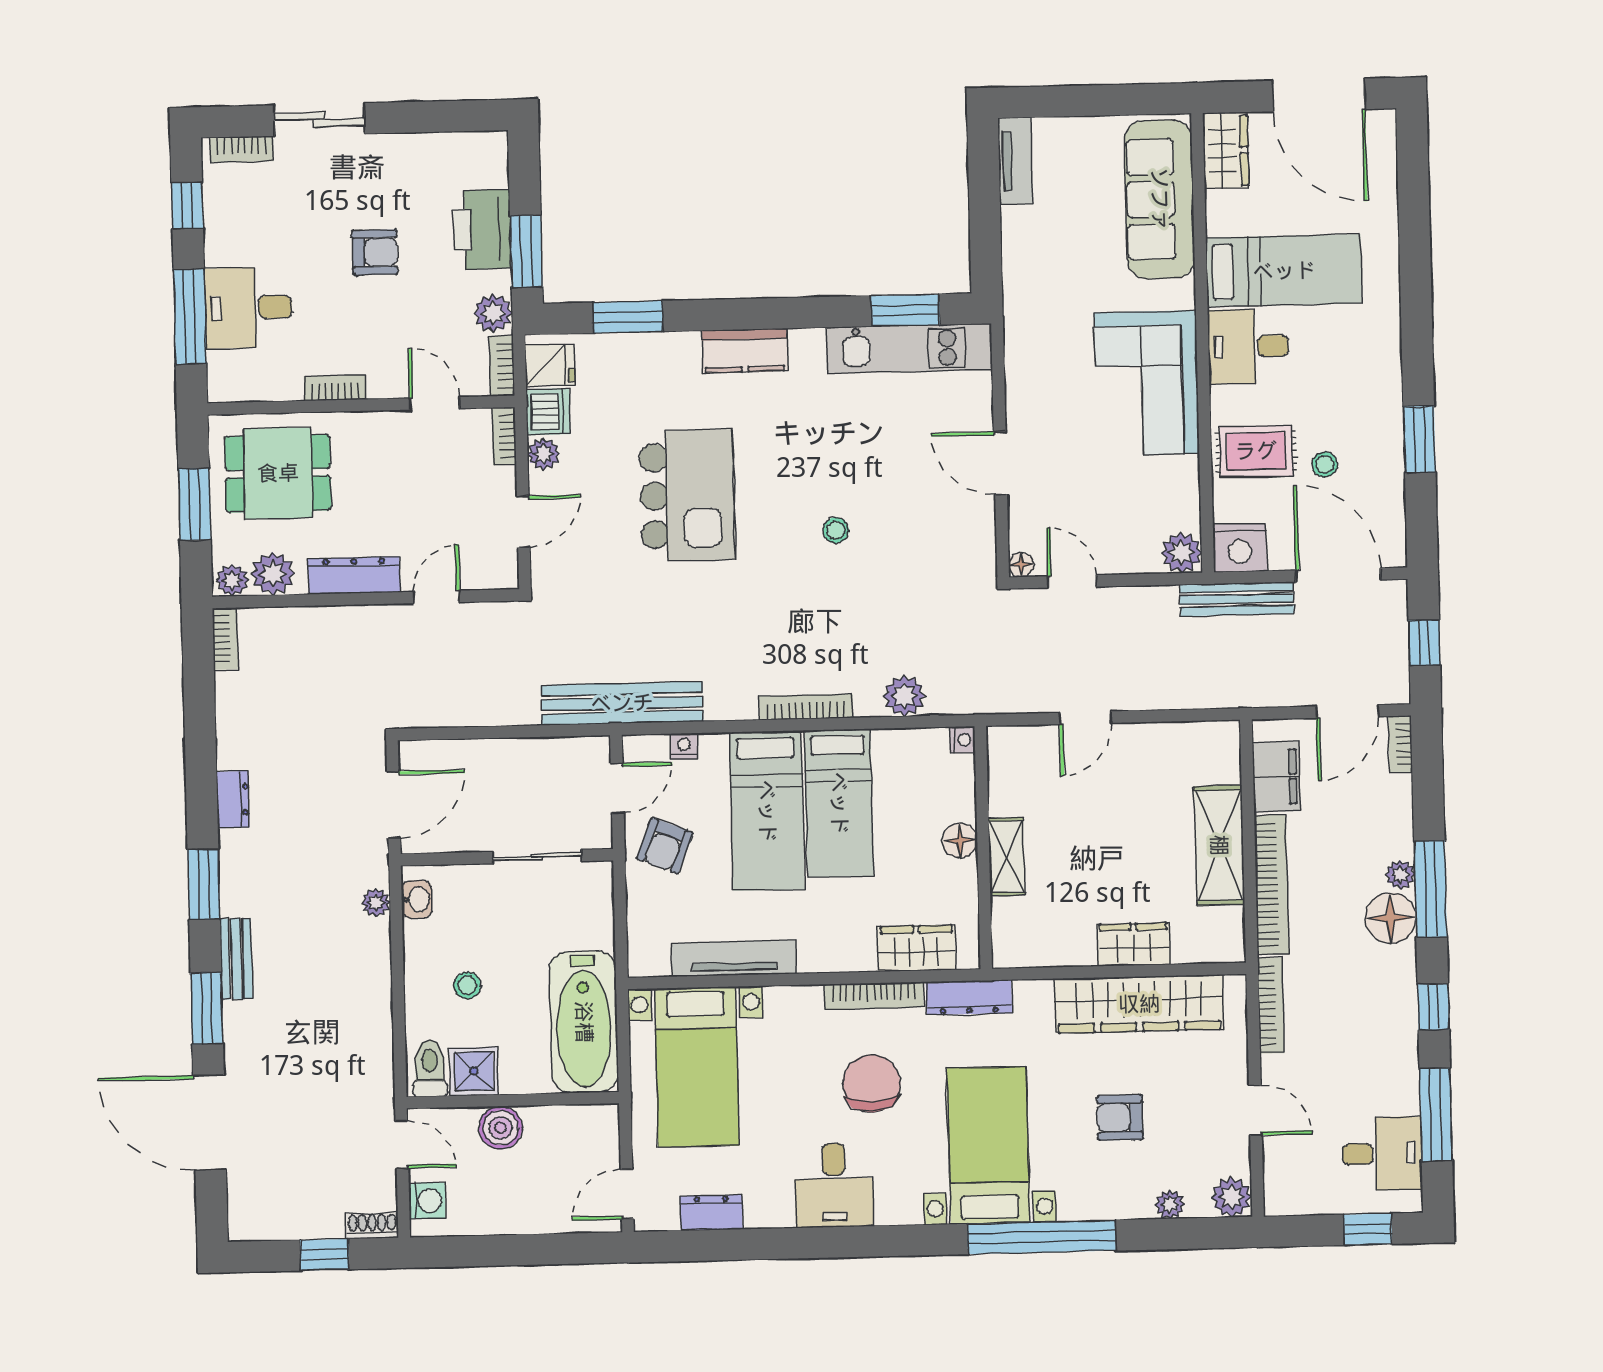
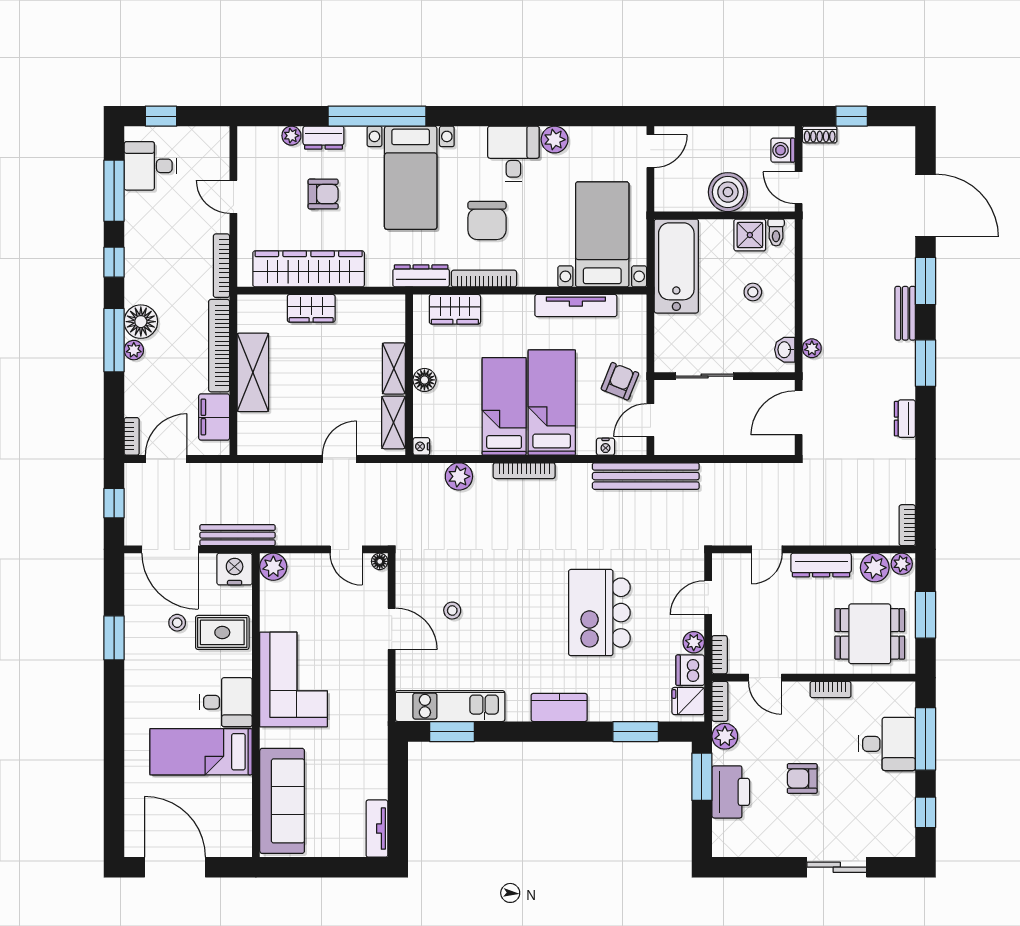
bookcase: (242, 149) -> (889, 849), removed
wardrobe: (1226, 151) -> (238, 832), removed
stool: (836, 530) -> (452, 611), moved
shelving: (1005, 775) -> (394, 422), added
toilet: (430, 1068) -> (776, 233), width x0.73, depth x0.72
boiler: (500, 1128) -> (728, 192), width x1.37, depth x1.37
plant: (1232, 1197) -> (555, 140), moved
dresser: (711, 1213) -> (323, 138), moved

